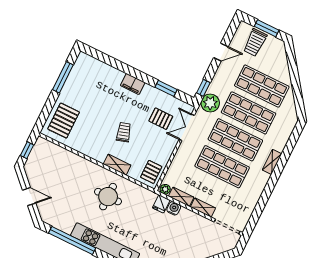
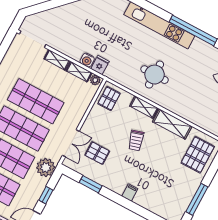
filing cabinet: (133, 84) -> (130, 193), width x0.50
window: (203, 88) -> (46, 195), moved
shelving: (89, 149) -> (172, 124), added

